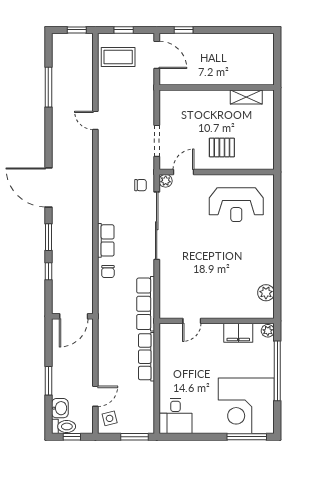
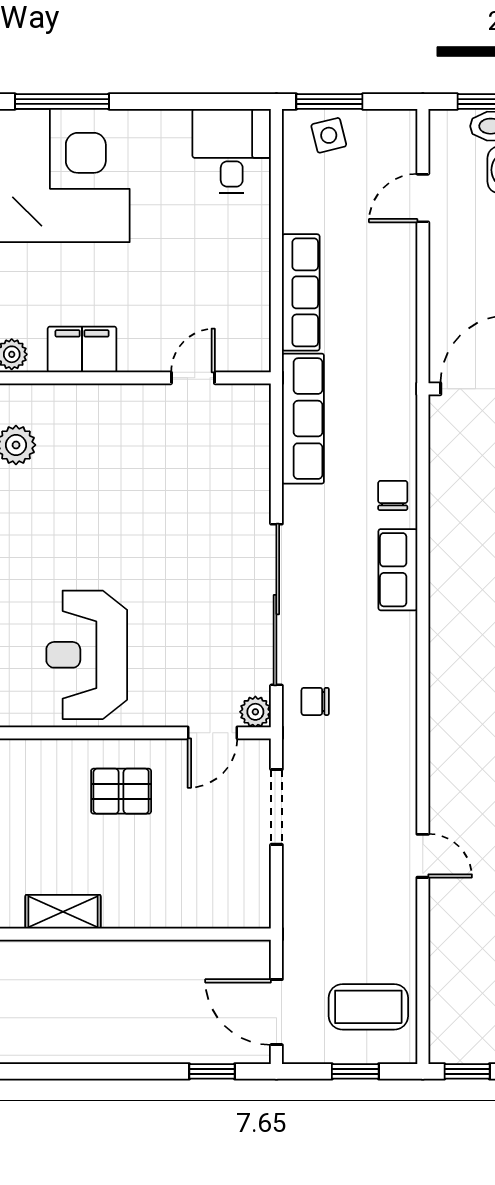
reception desk: (236, 205) -> (87, 655), turned -90
side table: (110, 418) -> (329, 135), moved

